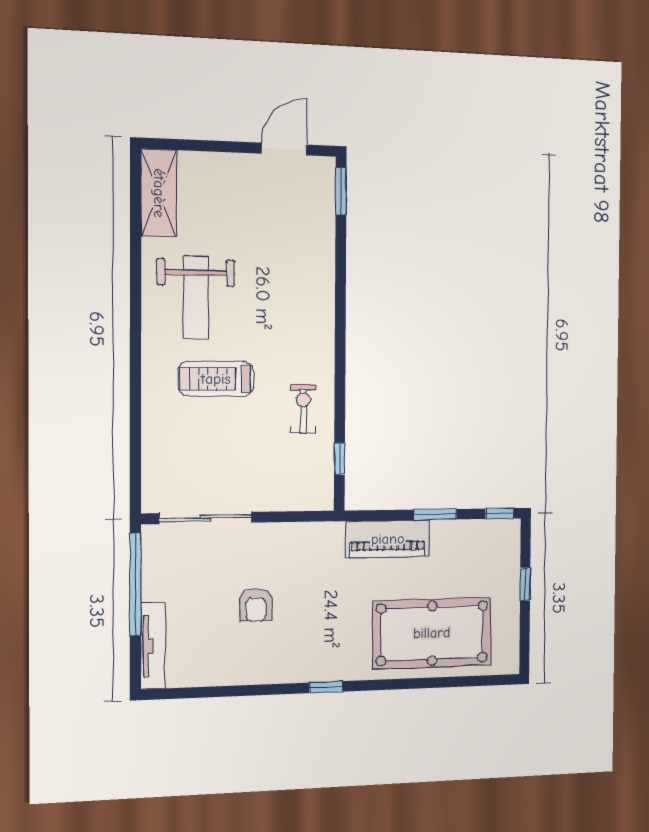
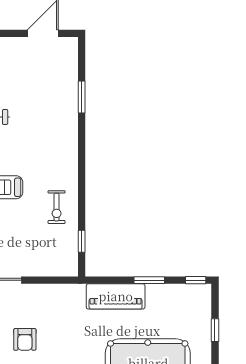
window: (341, 191) -> (82, 97), moved
exercise bike: (303, 409) -> (57, 207), turned 180

